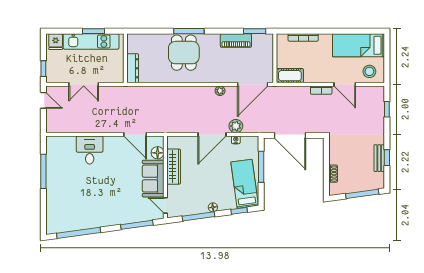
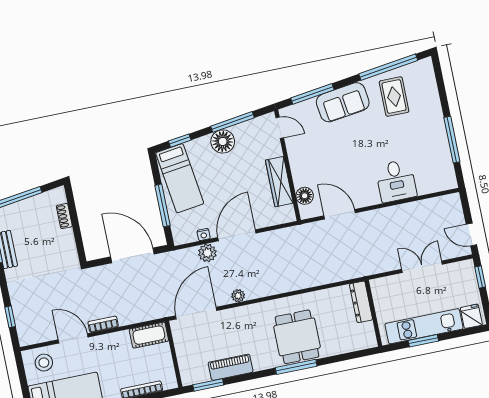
sofa: (153, 179) -> (343, 102), moved, turned 82
floor lamp: (213, 207) -> (223, 141), width x1.89, depth x1.89
rug: (79, 211) -> (394, 97), added

